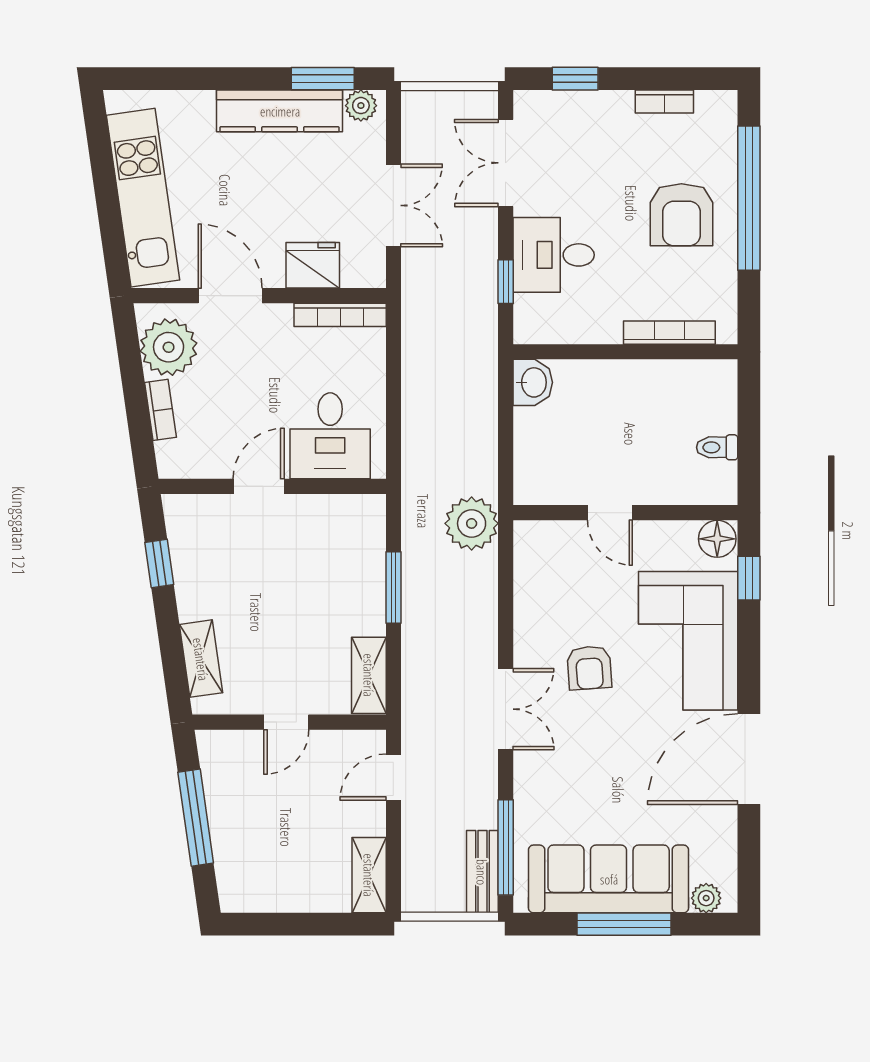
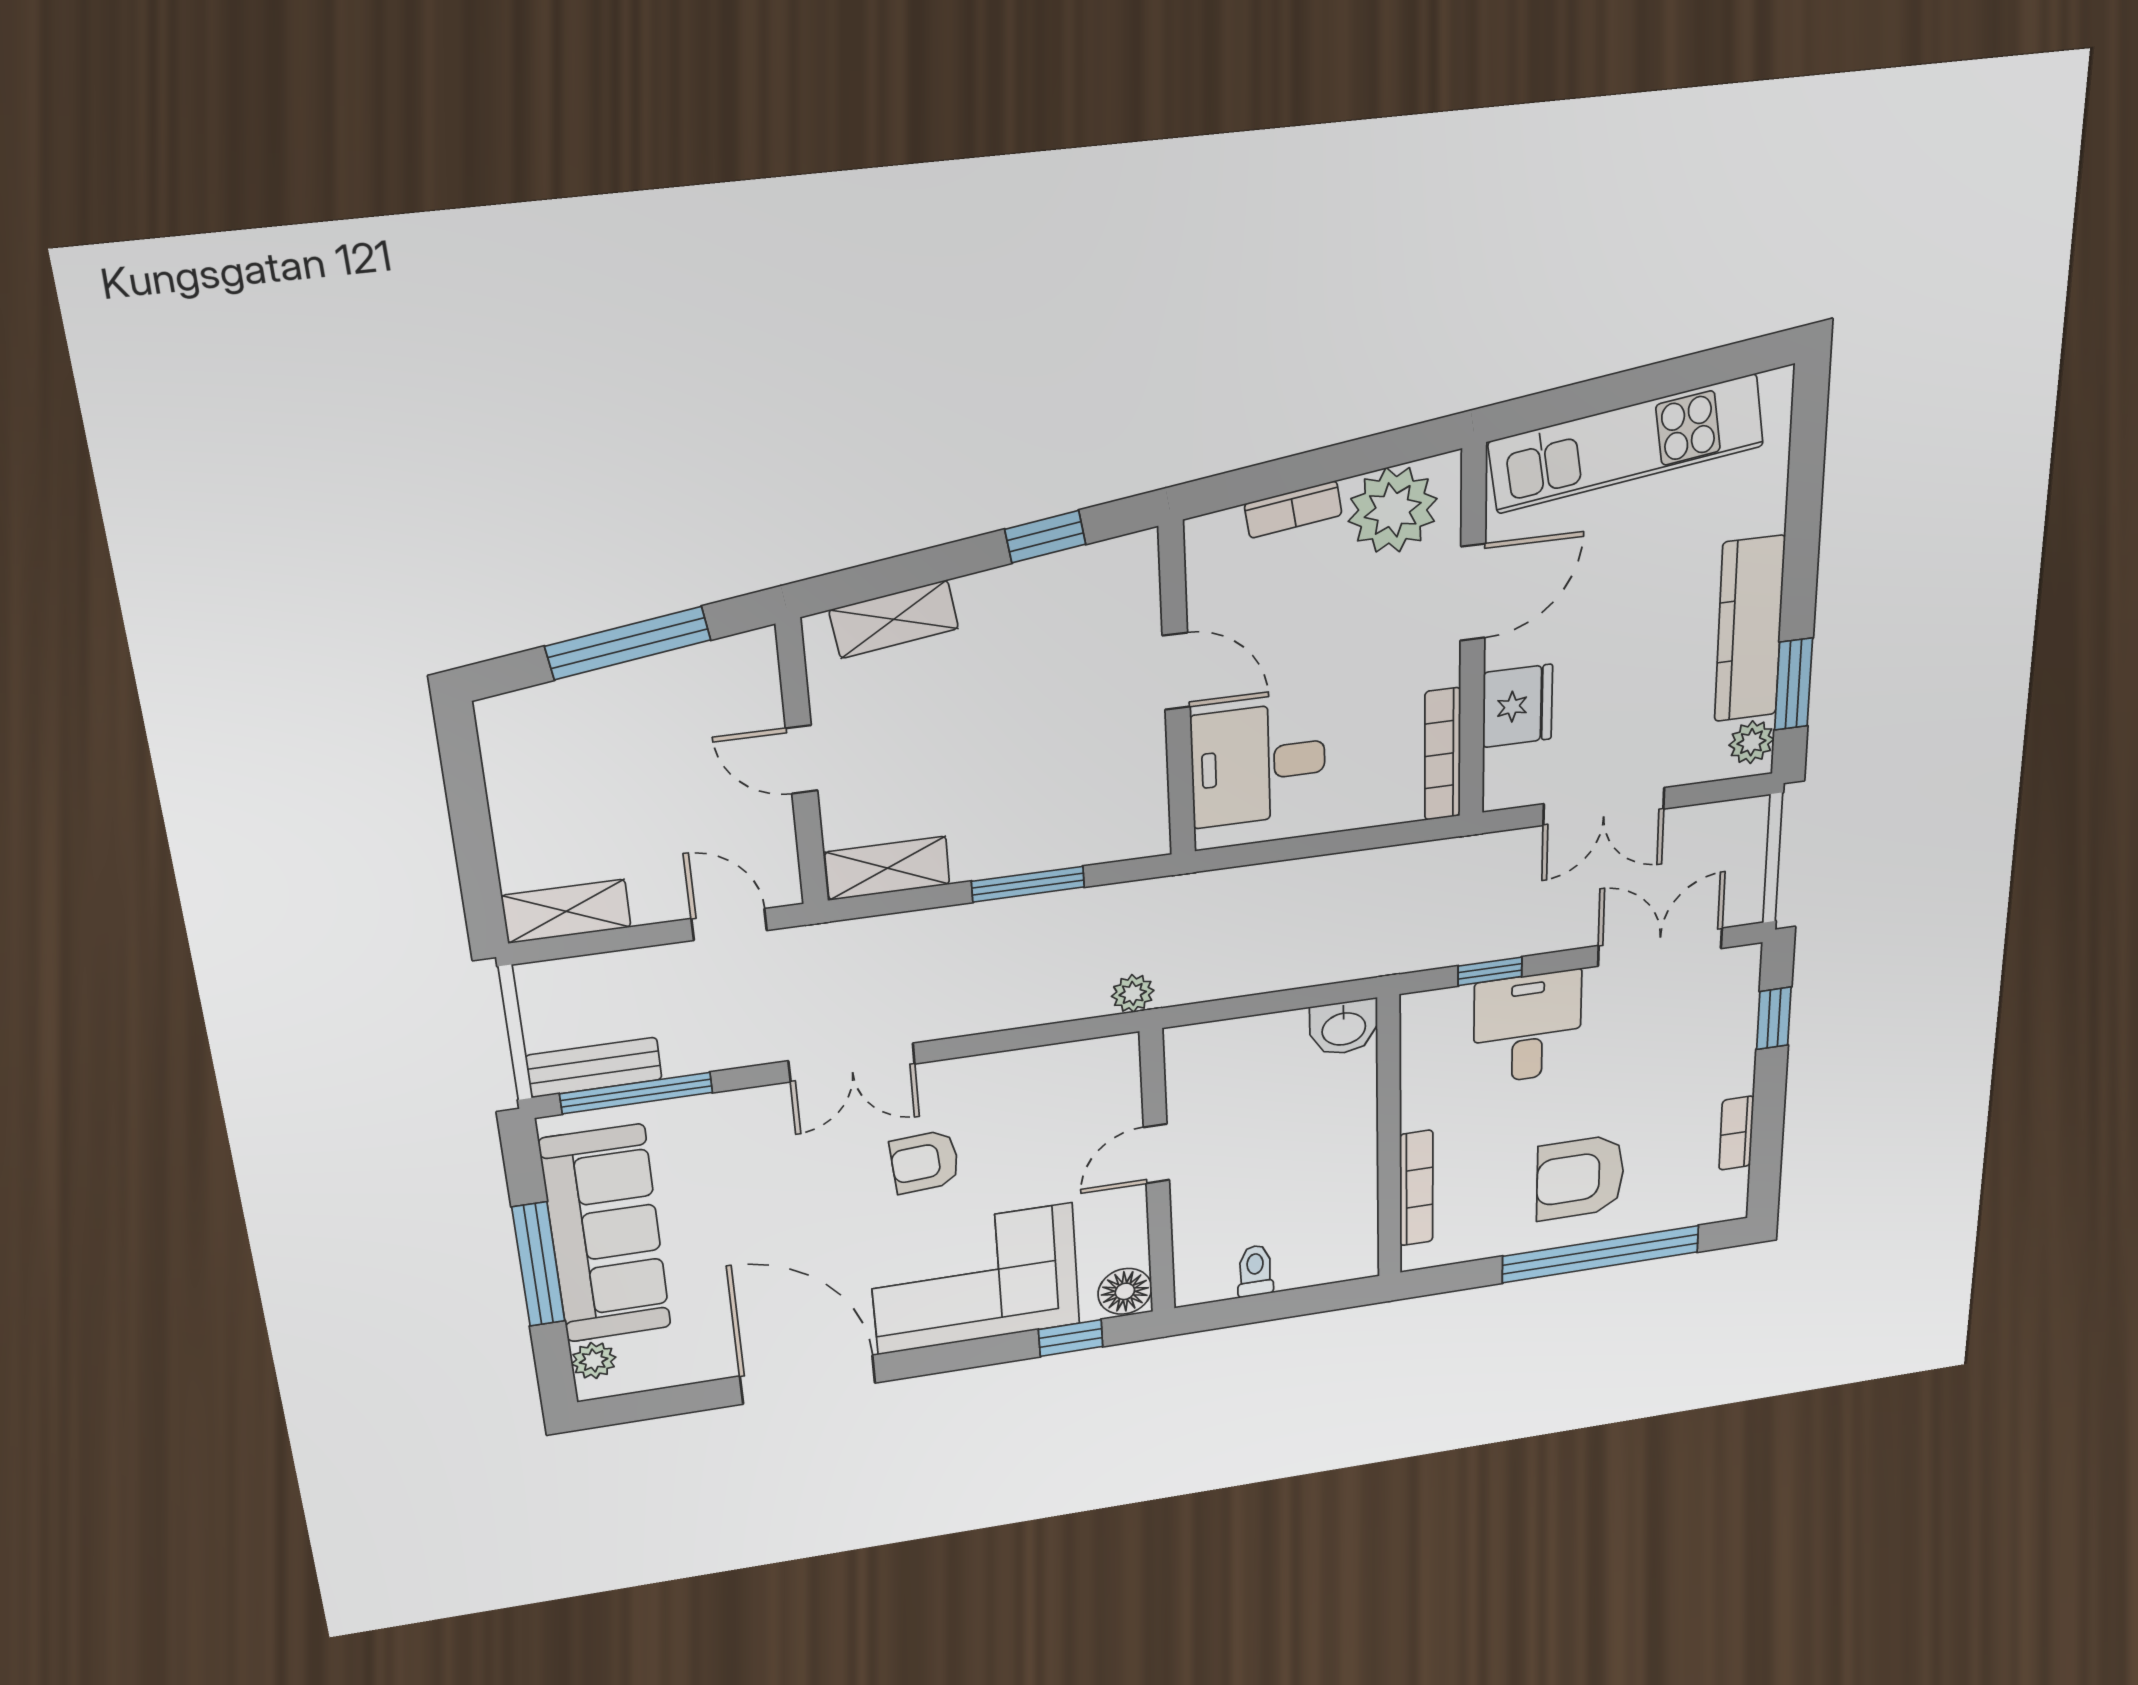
plant: (472, 523) -> (1133, 993), width x0.53, depth x0.53

